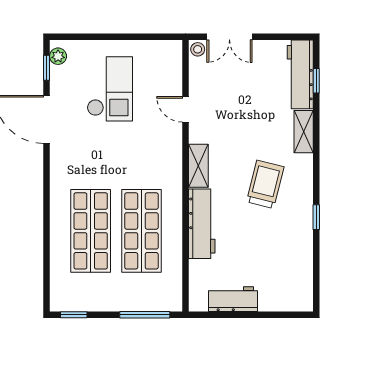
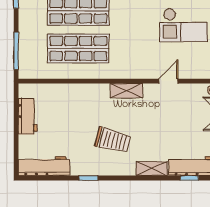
workbench: (202, 224) -> (44, 166), moved, turned 180

